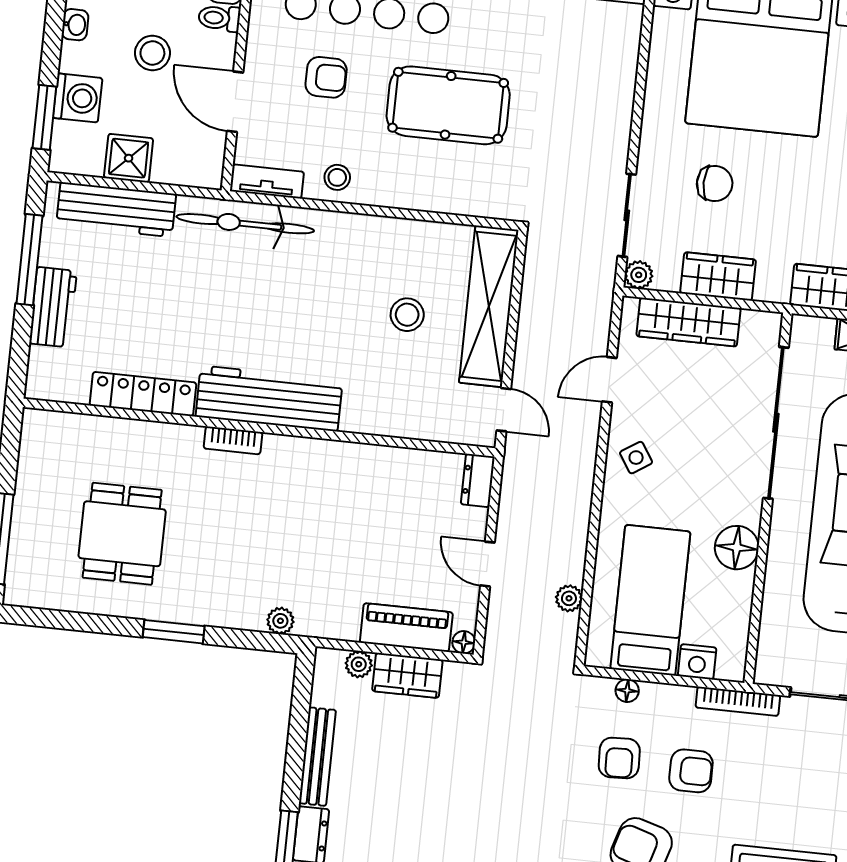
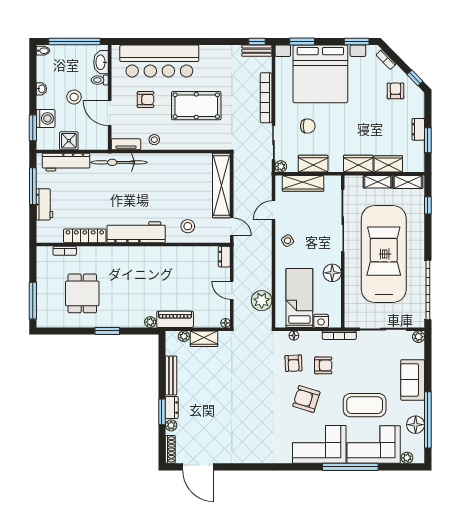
bookcase: (620, 104) -> (266, 98), added
stool: (407, 315) -> (188, 226), moved
bookcase: (233, 440) -> (65, 251), moved
plant: (569, 598) -> (262, 301), width x1.87, depth x1.87
piano: (406, 627) -> (175, 319), moved

